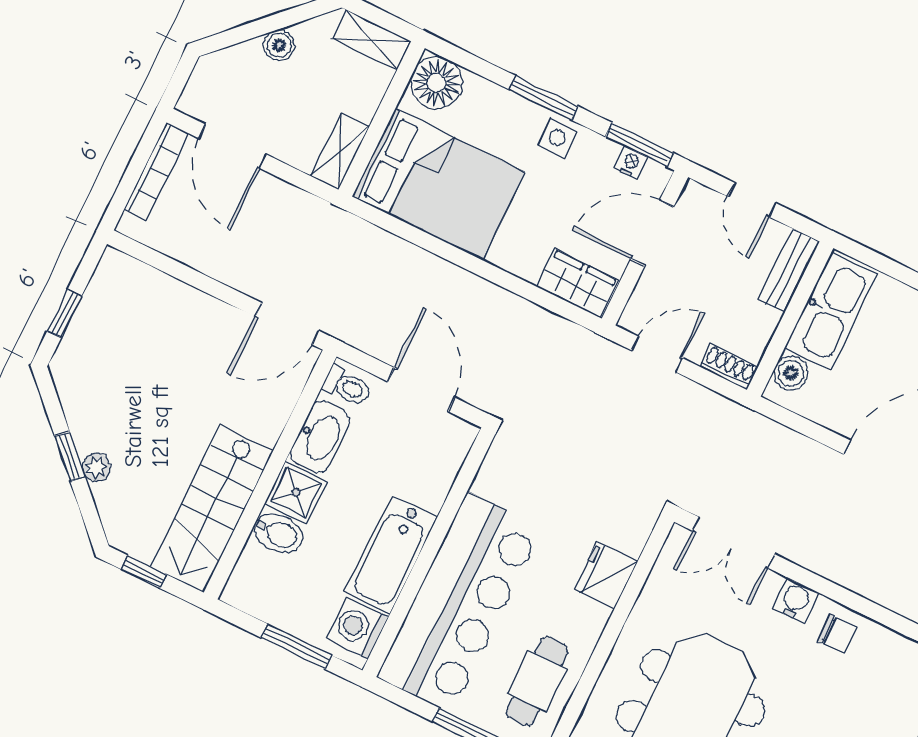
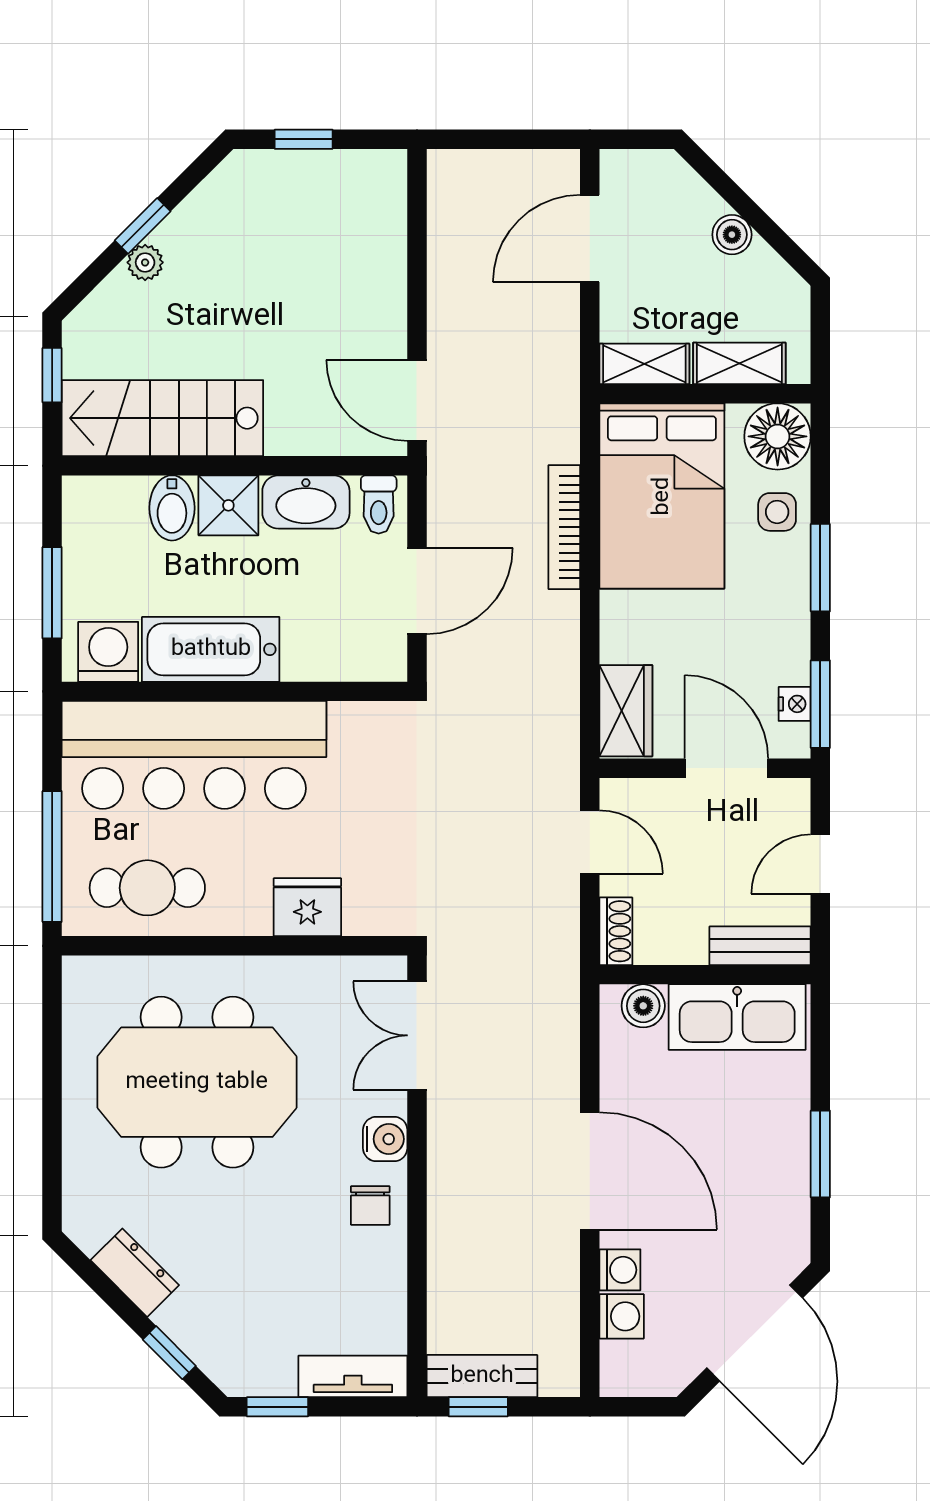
shelving: (372, 40) -> (739, 363), moved, turned 90
side table: (557, 138) -> (777, 512), moved
bookcase: (156, 171) -> (564, 527), moved, turned 90

